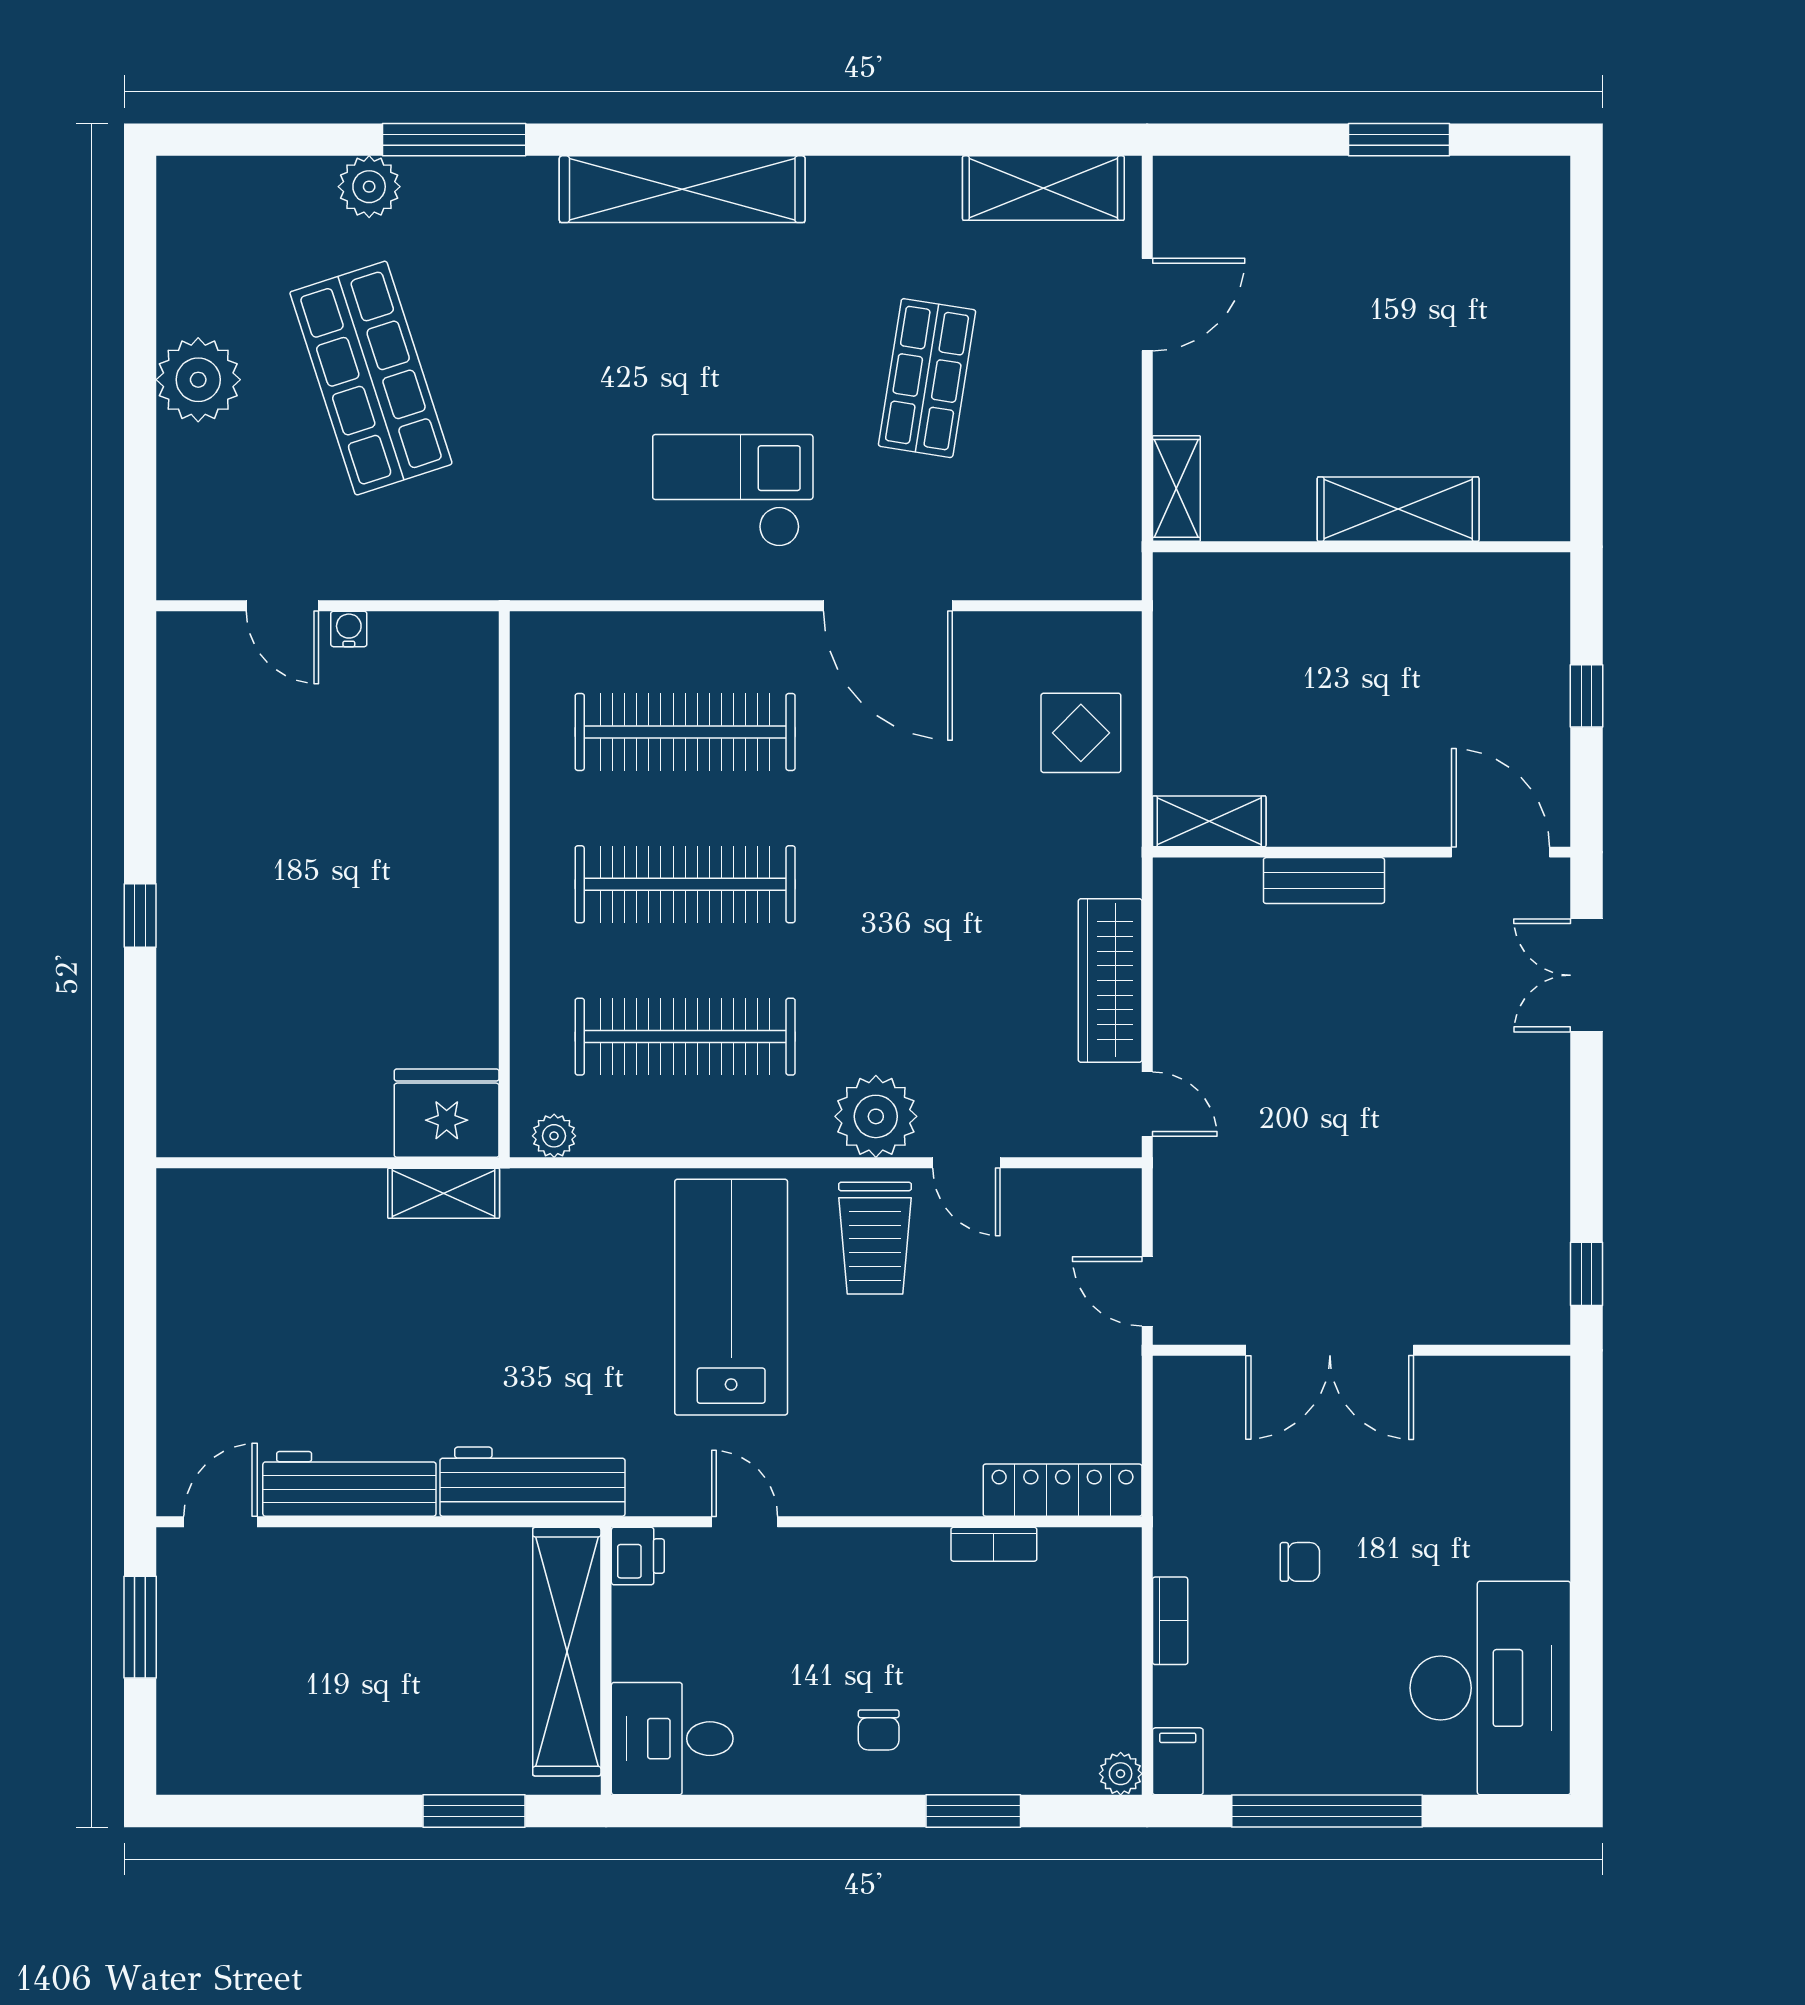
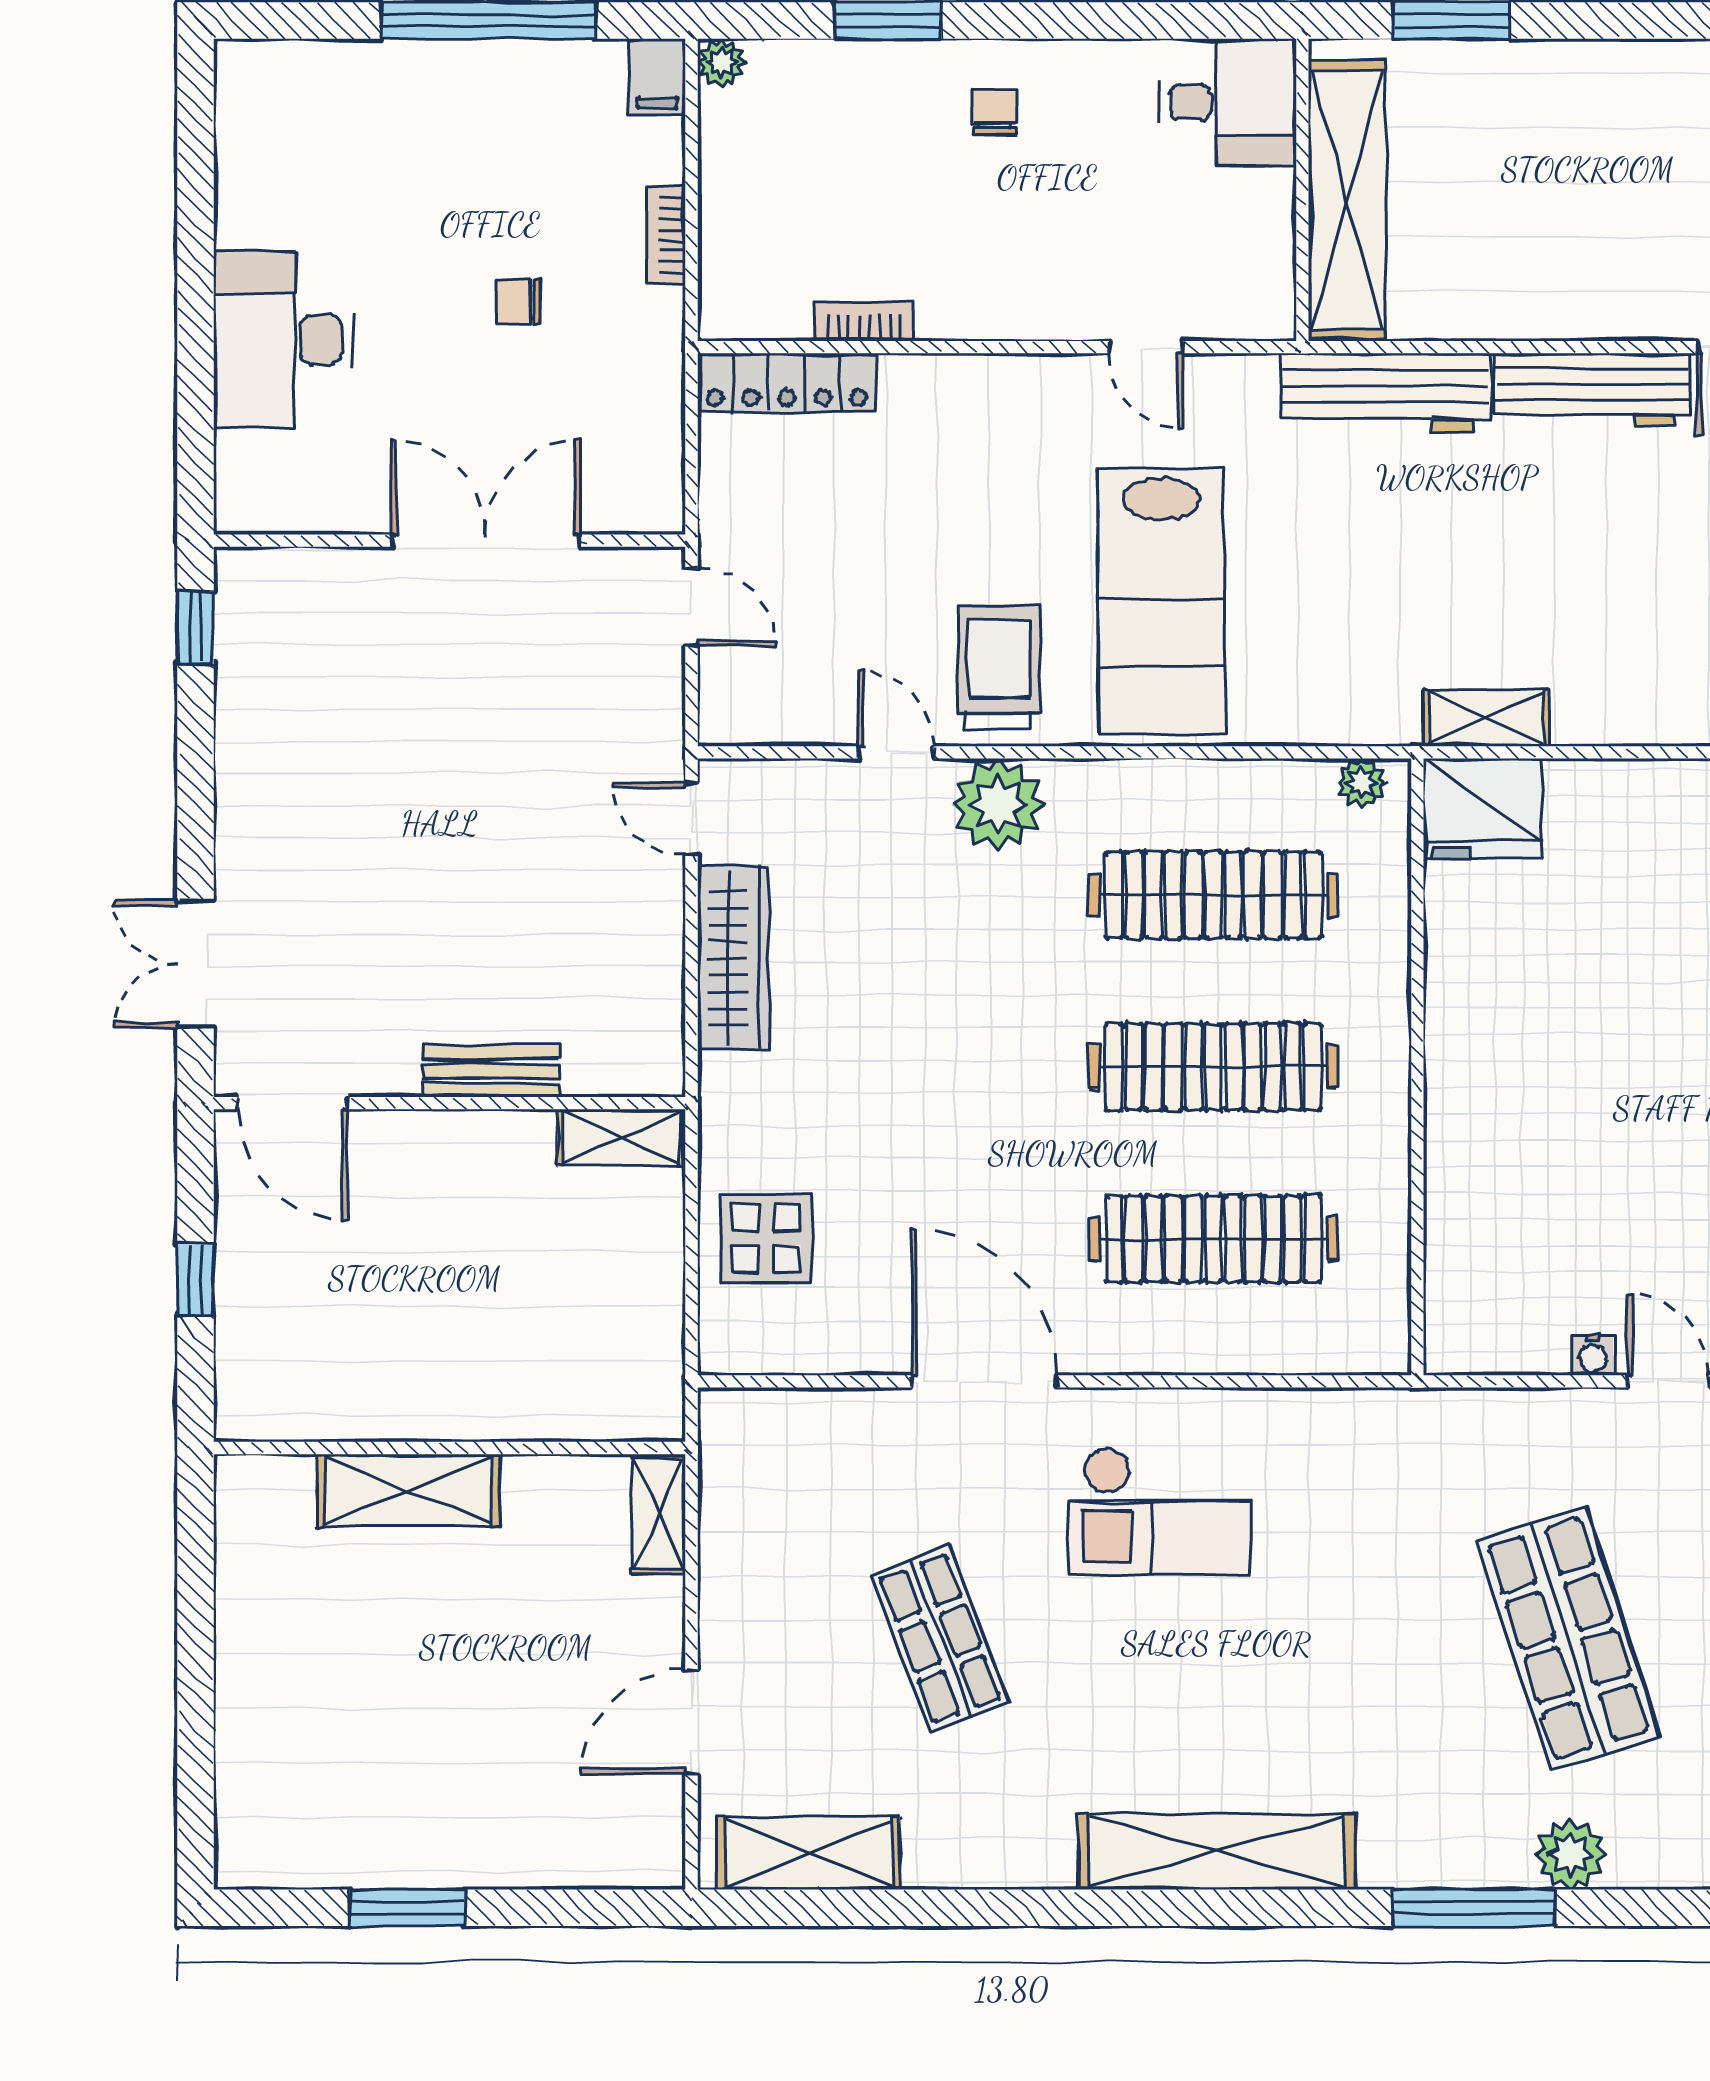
shop shelf: (927, 378) -> (940, 1638), turned -30
double door: (1586, 975) -> (196, 964), swing flipped
printer: (638, 1556) -> (1267, 308), removed
desk: (1490, 1688) -> (283, 340), moved, width x0.73, depth x0.77

